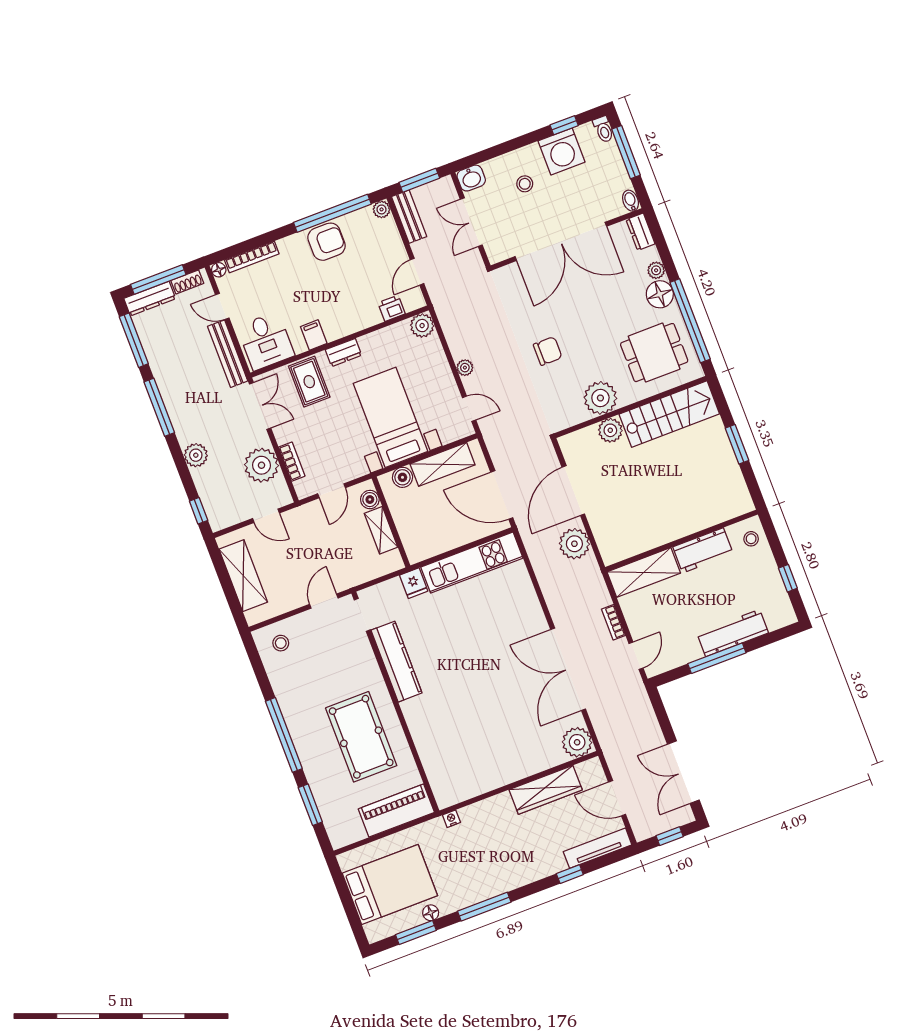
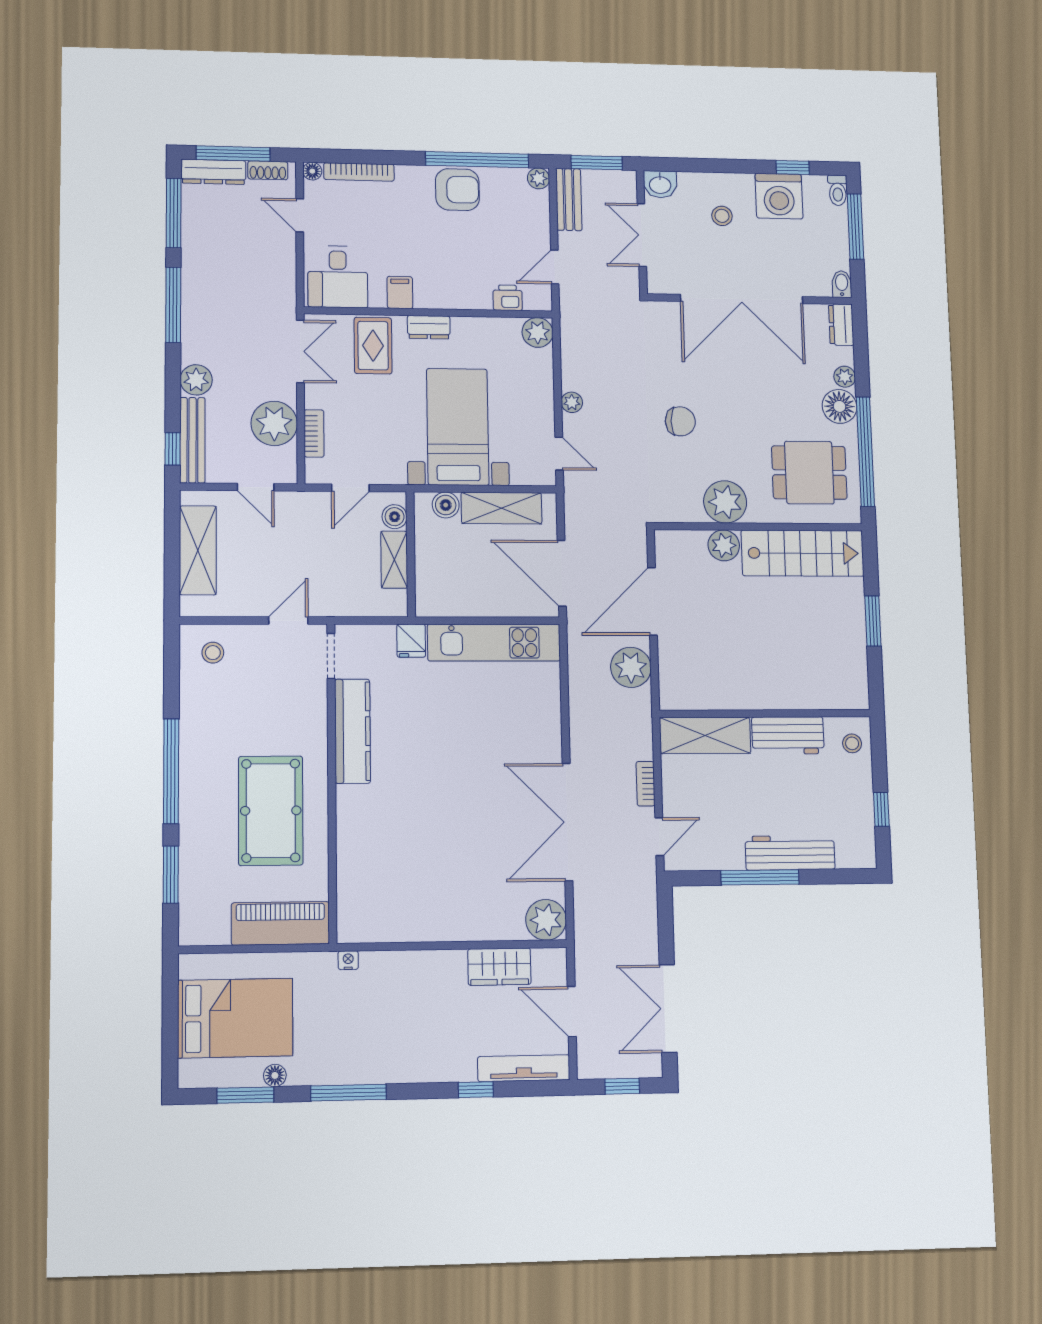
bench: (228, 354) -> (192, 440), moved
wardrobe: (546, 790) -> (499, 967), width x0.67

